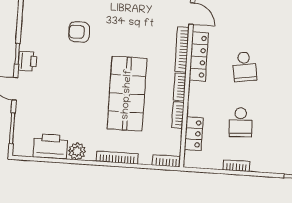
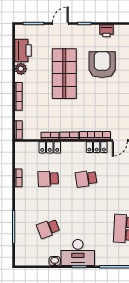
armchair: (79, 32) -> (102, 65), width x1.88, depth x1.88
locker: (199, 57) -> (97, 147), width x0.66
printer: (27, 61) -> (106, 31), moved
shop shelf: (127, 94) -> (64, 74), moved, turned 90
locker: (194, 134) -> (50, 147), moved

